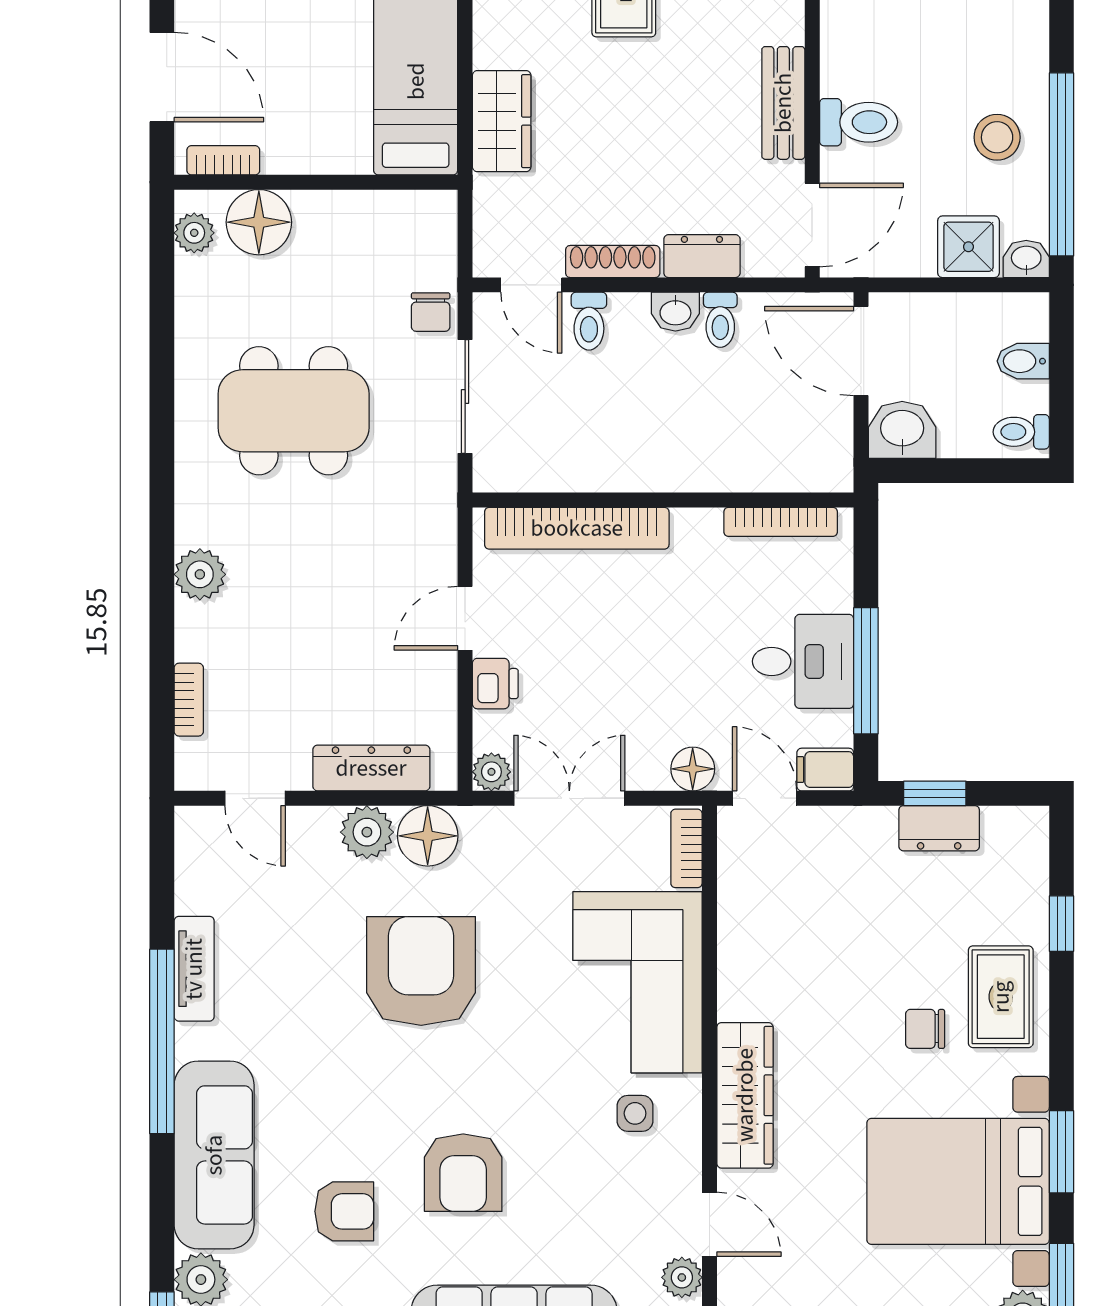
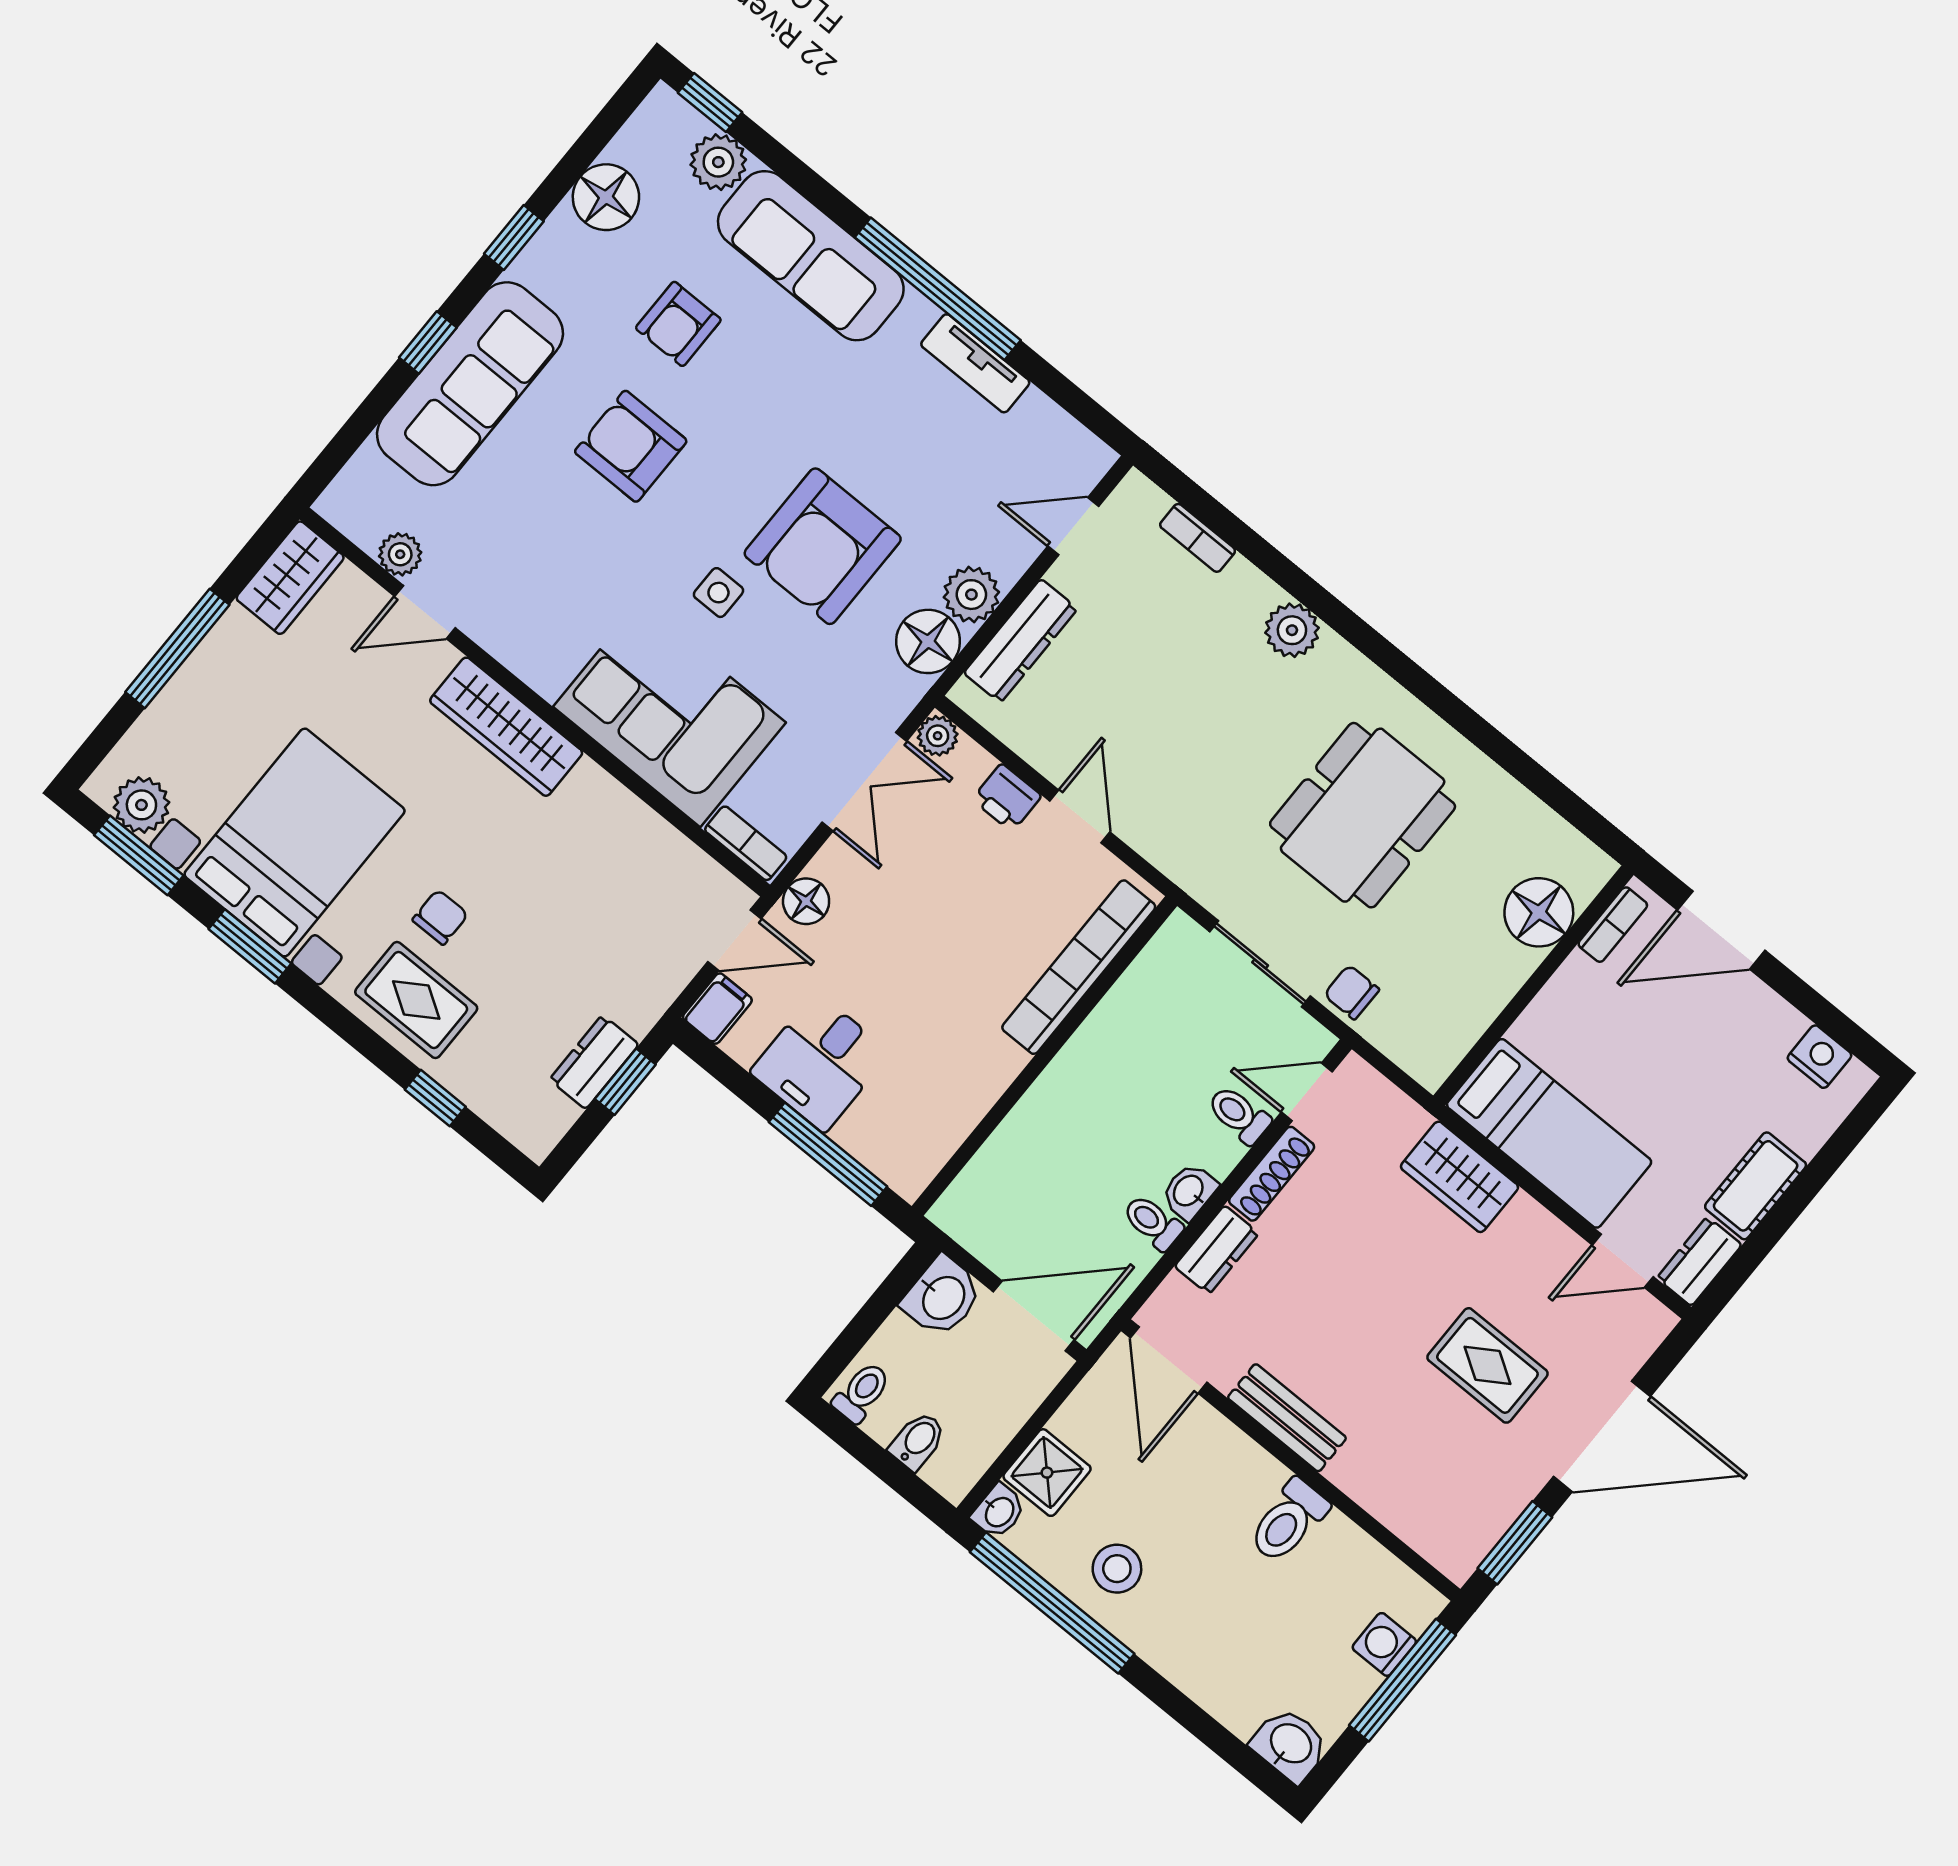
toilet: (859, 122) -> (1288, 1521), moved
plant: (194, 233) -> (1573, 853), removed
bookcase: (781, 522) -> (948, 1137), removed
window: (866, 671) -> (828, 1154), moved
armchair: (421, 971) -> (823, 546), turned 90
side table: (635, 1113) -> (718, 593), moved

